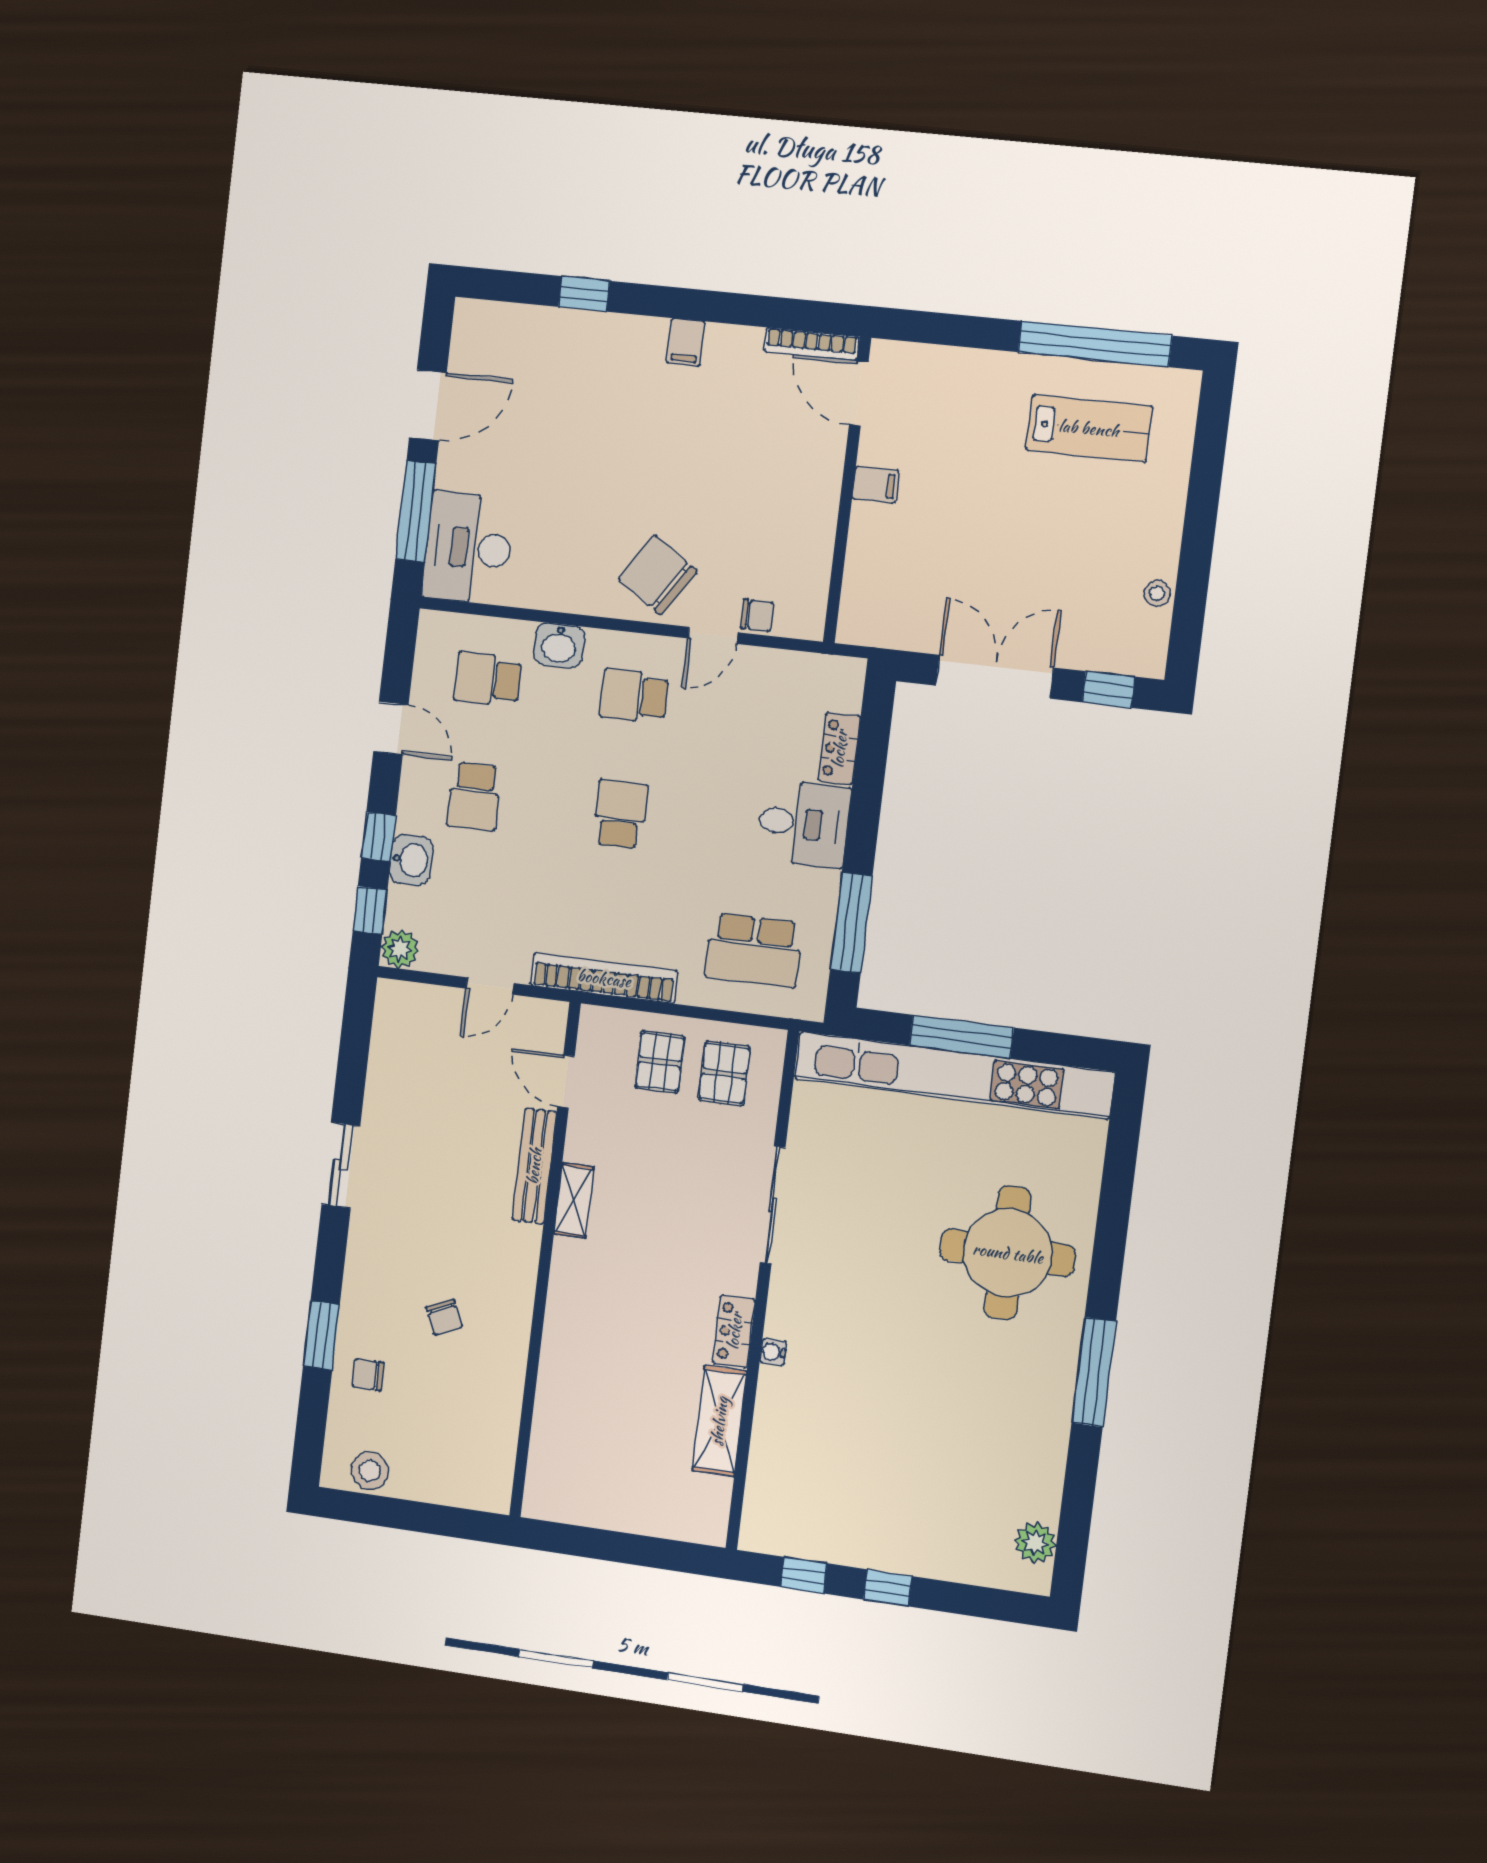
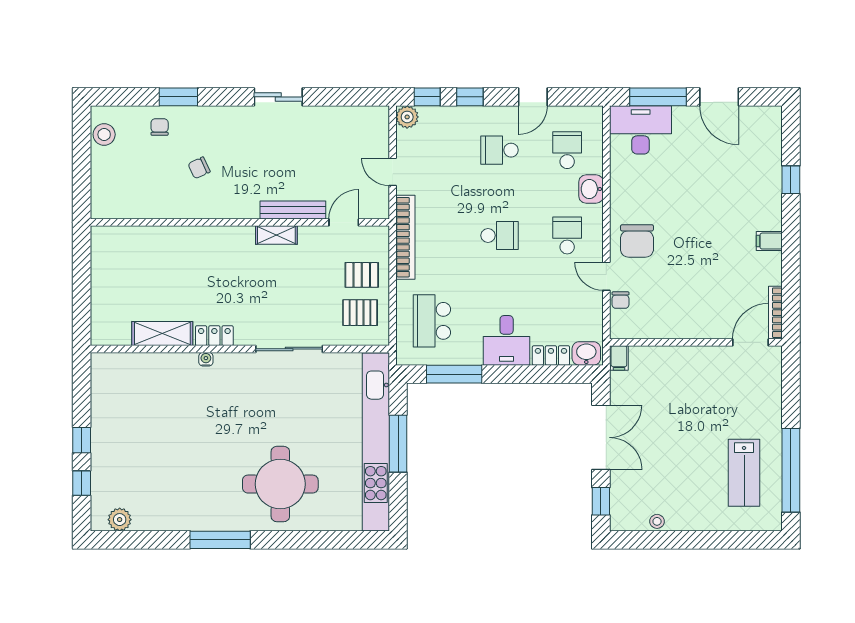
filing cabinet: (876, 485) -> (619, 358), moved
chair: (658, 575) -> (637, 241), turned 146
washbasin: (411, 860) -> (586, 353), moved, turned 180
window: (804, 1575) -> (82, 483), moved

